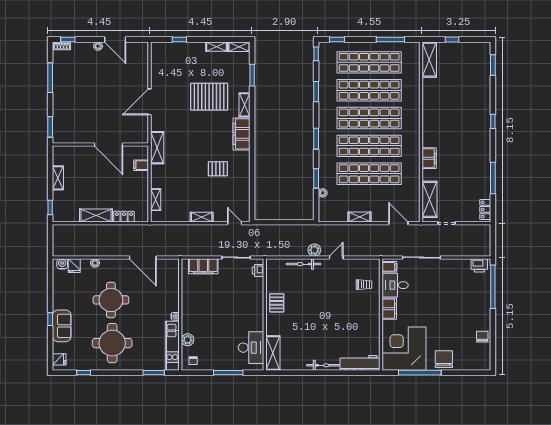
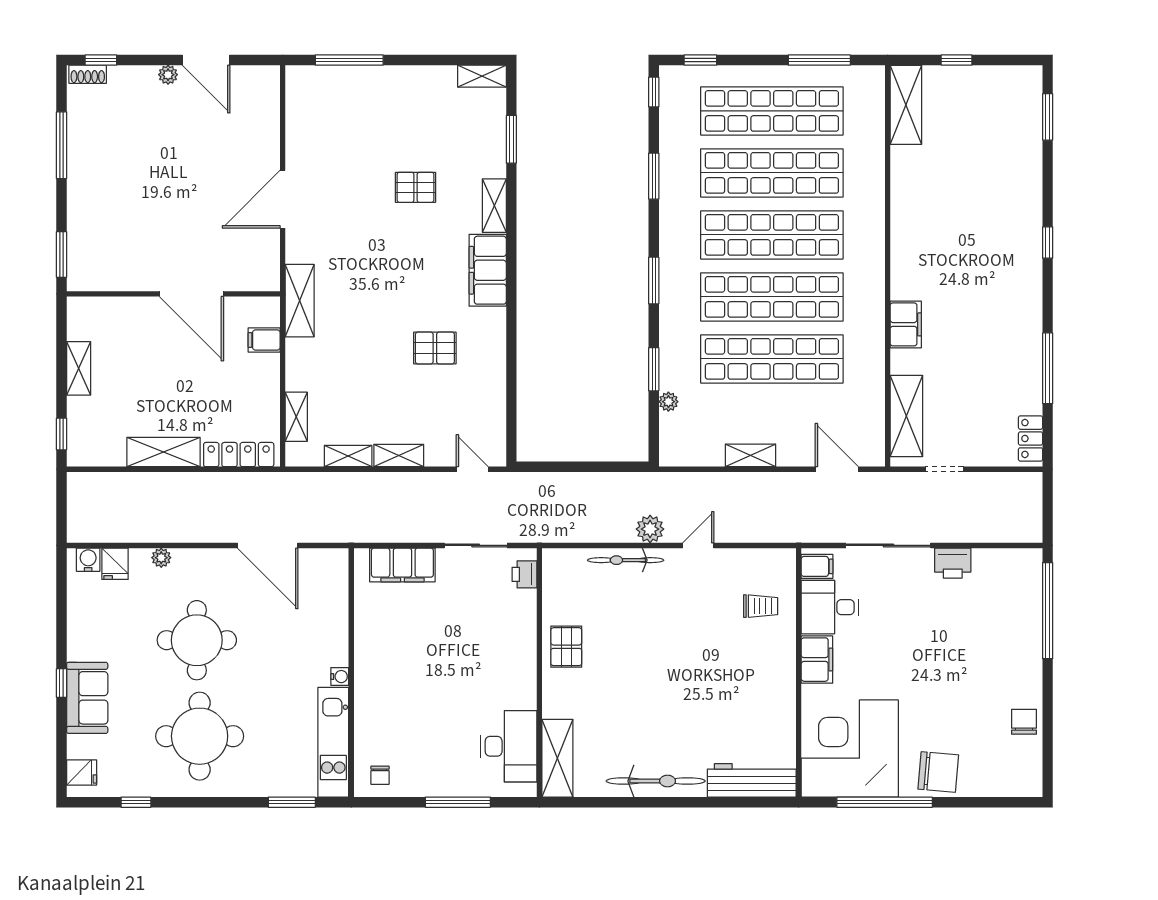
window: (179, 40) -> (349, 60), width x2.17
shelving: (216, 47) -> (348, 456), moved
pallet: (209, 97) -> (415, 187), width x0.49, depth x0.50
locker: (124, 217) -> (239, 455), width x1.53
printer: (479, 265) -> (953, 563), moved
plant: (188, 340) -> (368, 729), removed
chair: (444, 359) -> (938, 772), turned 95
bicycle: (323, 365) -> (656, 781), width x1.37, depth x1.40

